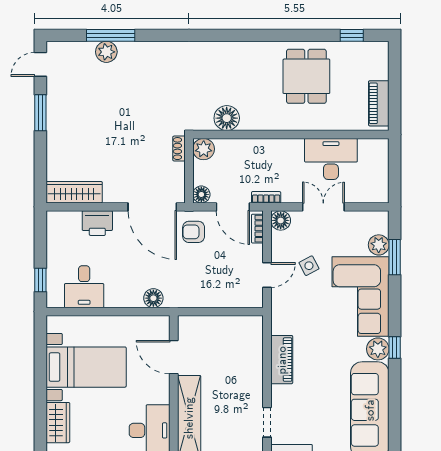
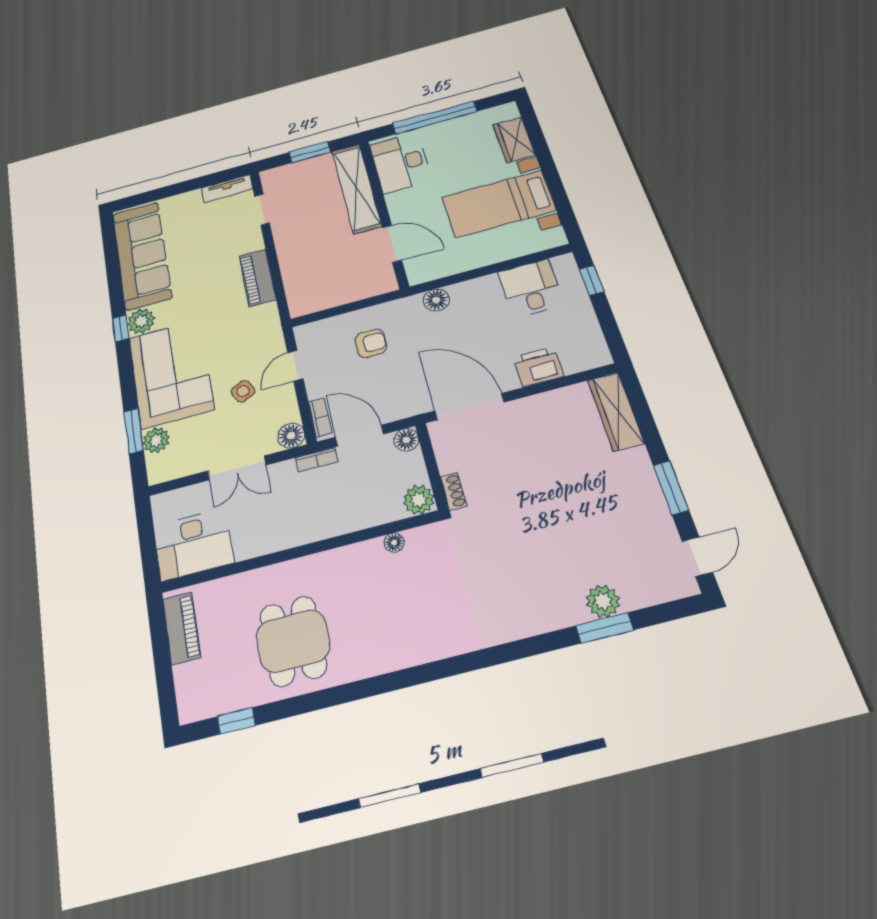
window: (111, 35) -> (605, 628), width x0.69
floor lamp: (227, 118) -> (394, 543), width x0.53, depth x0.53
desk: (331, 159) -> (193, 545), moved
wardrobe: (74, 192) -> (616, 411), moved, turned 90
armchair: (194, 232) -> (371, 343), moved

